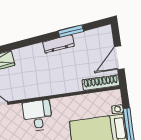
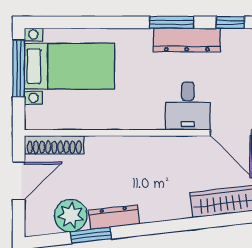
plant: (85, 41) -> (71, 216), added
desk: (38, 115) -> (188, 106), moved

